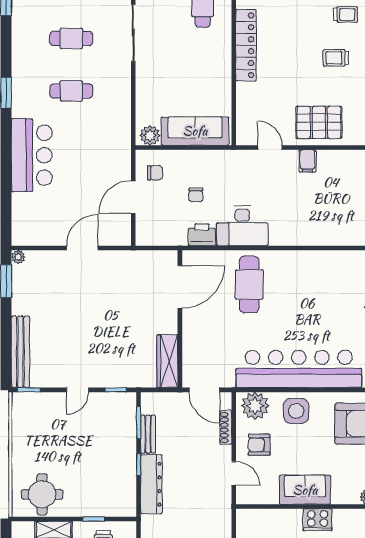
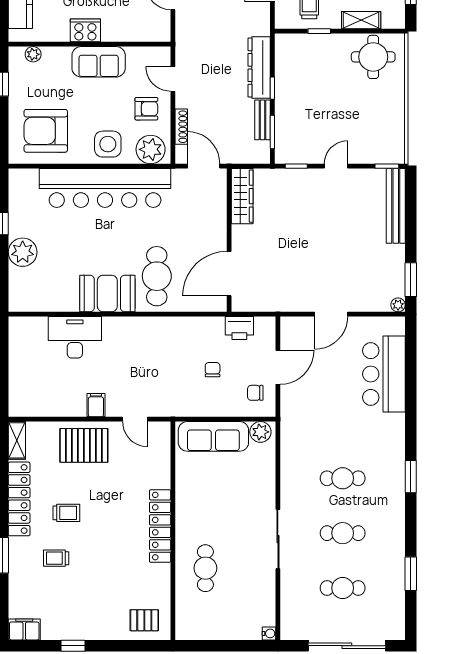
bar counter: (32, 155) -> (384, 374), moved
desk: (242, 226) -> (75, 337), moved
printer: (202, 235) -> (239, 328), moved
booth: (297, 268) -> (107, 294), added

